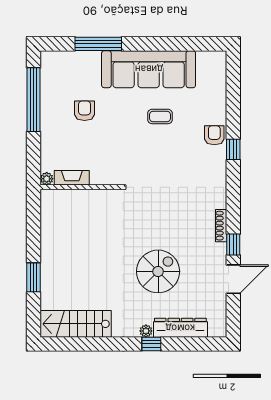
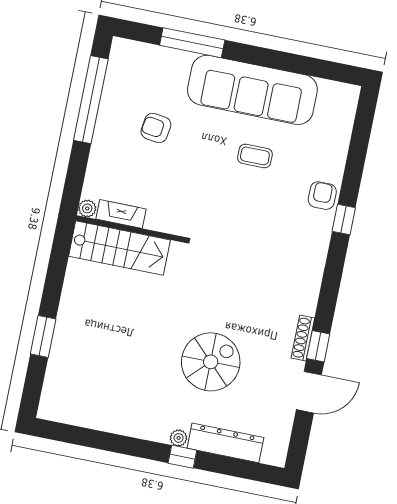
armchair: (85, 111) -> (156, 128), turned -82
shoe rack: (221, 226) -> (303, 338), moved
stairs: (76, 324) -> (119, 248), moved, turned 180

